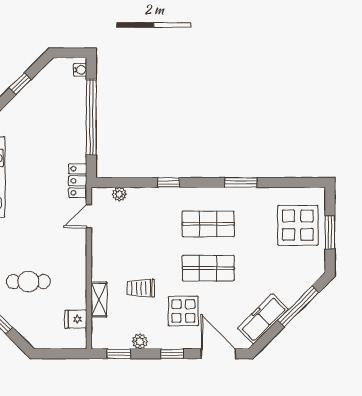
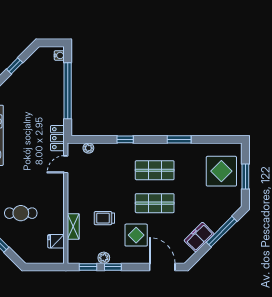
freezer: (263, 319) -> (199, 237), width x0.71
window: (172, 354) -> (113, 267), moved

